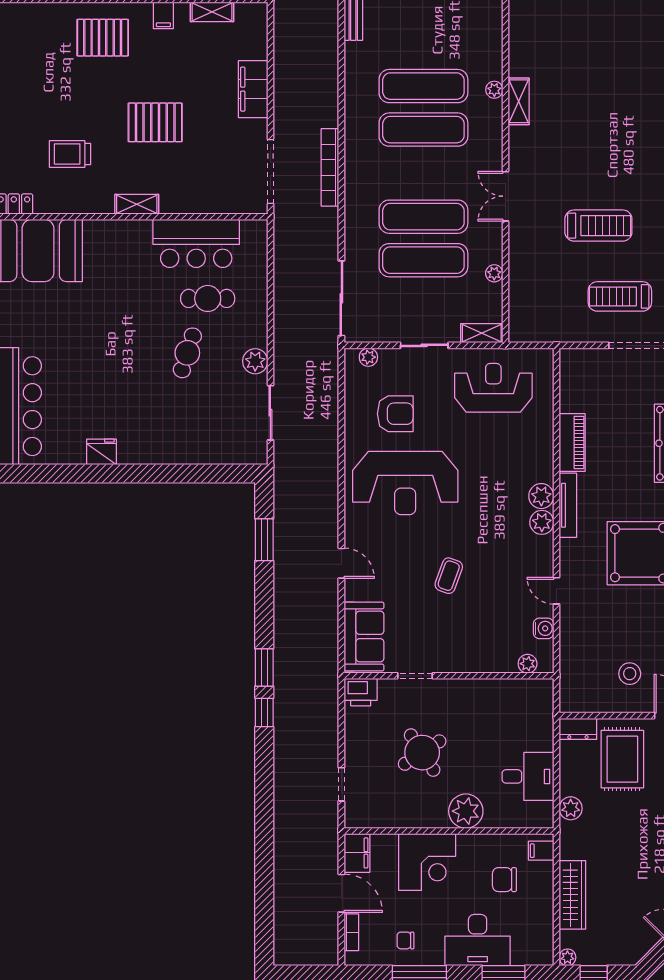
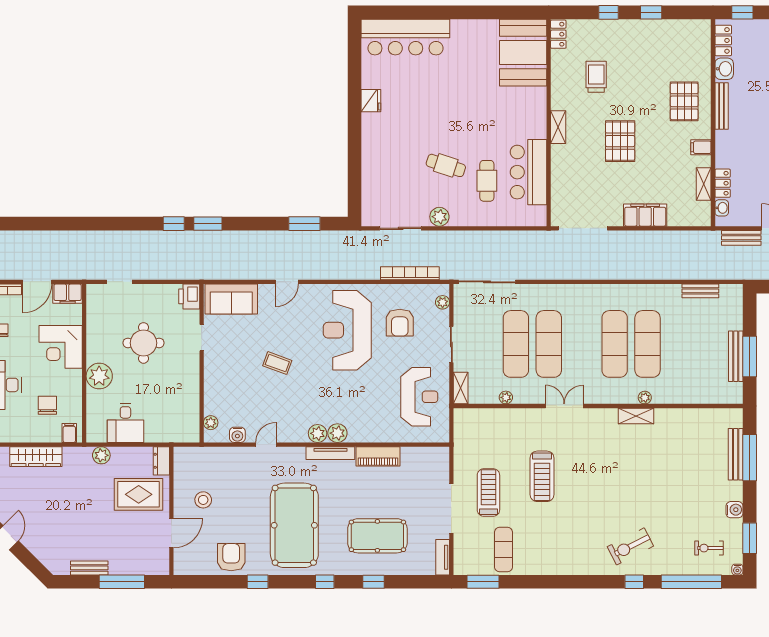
bookcase: (330, 167) -> (410, 273), moved
round table: (422, 753) -> (144, 343), turned 33

